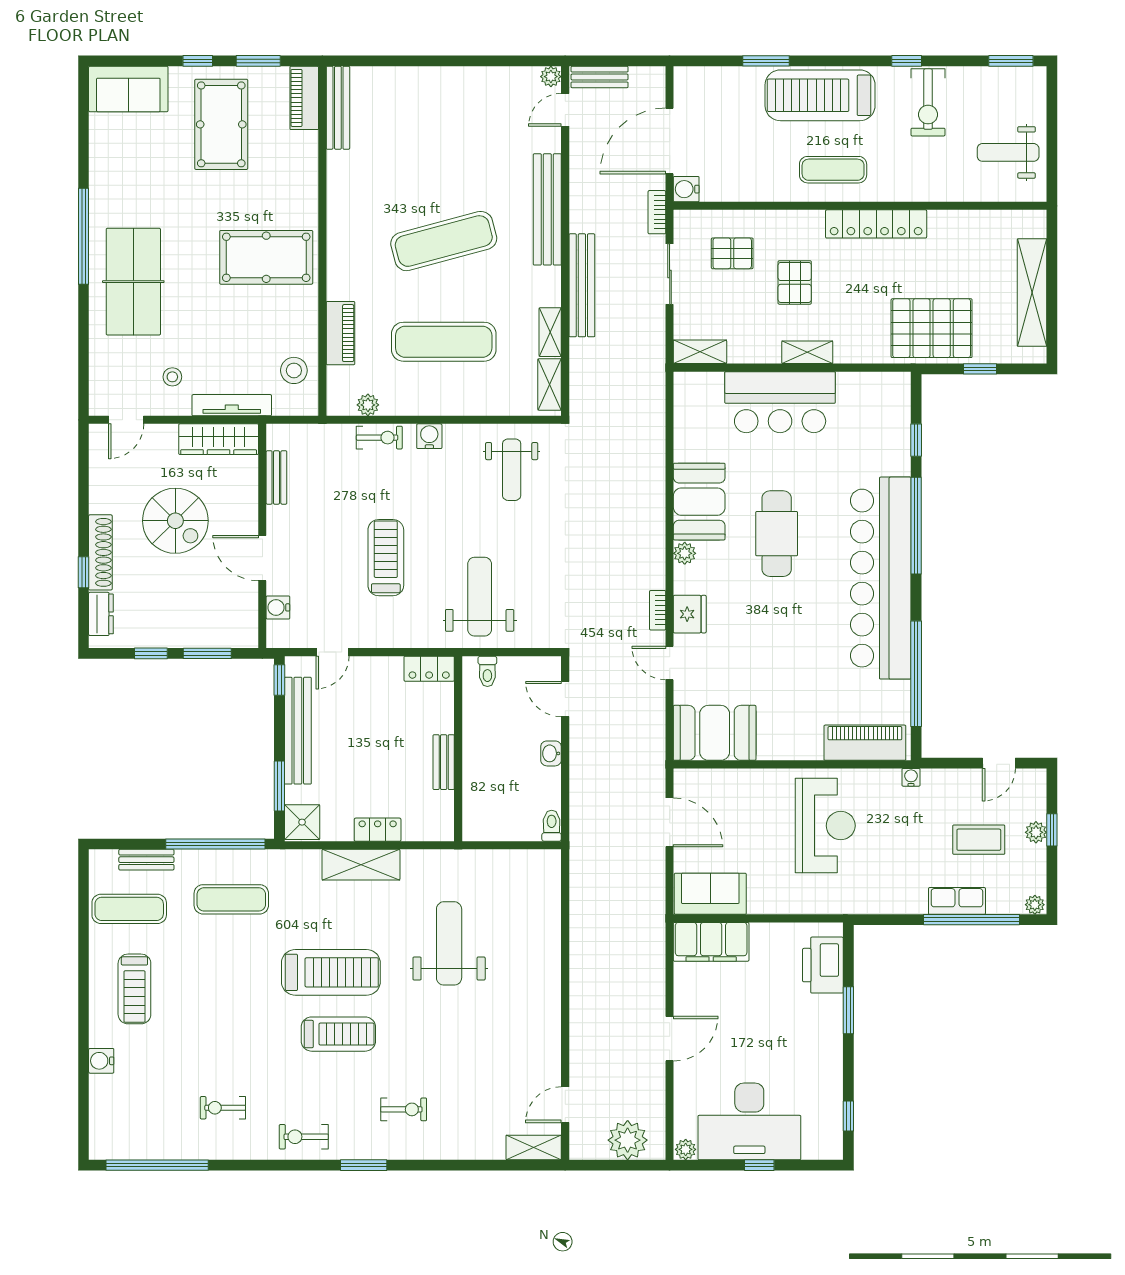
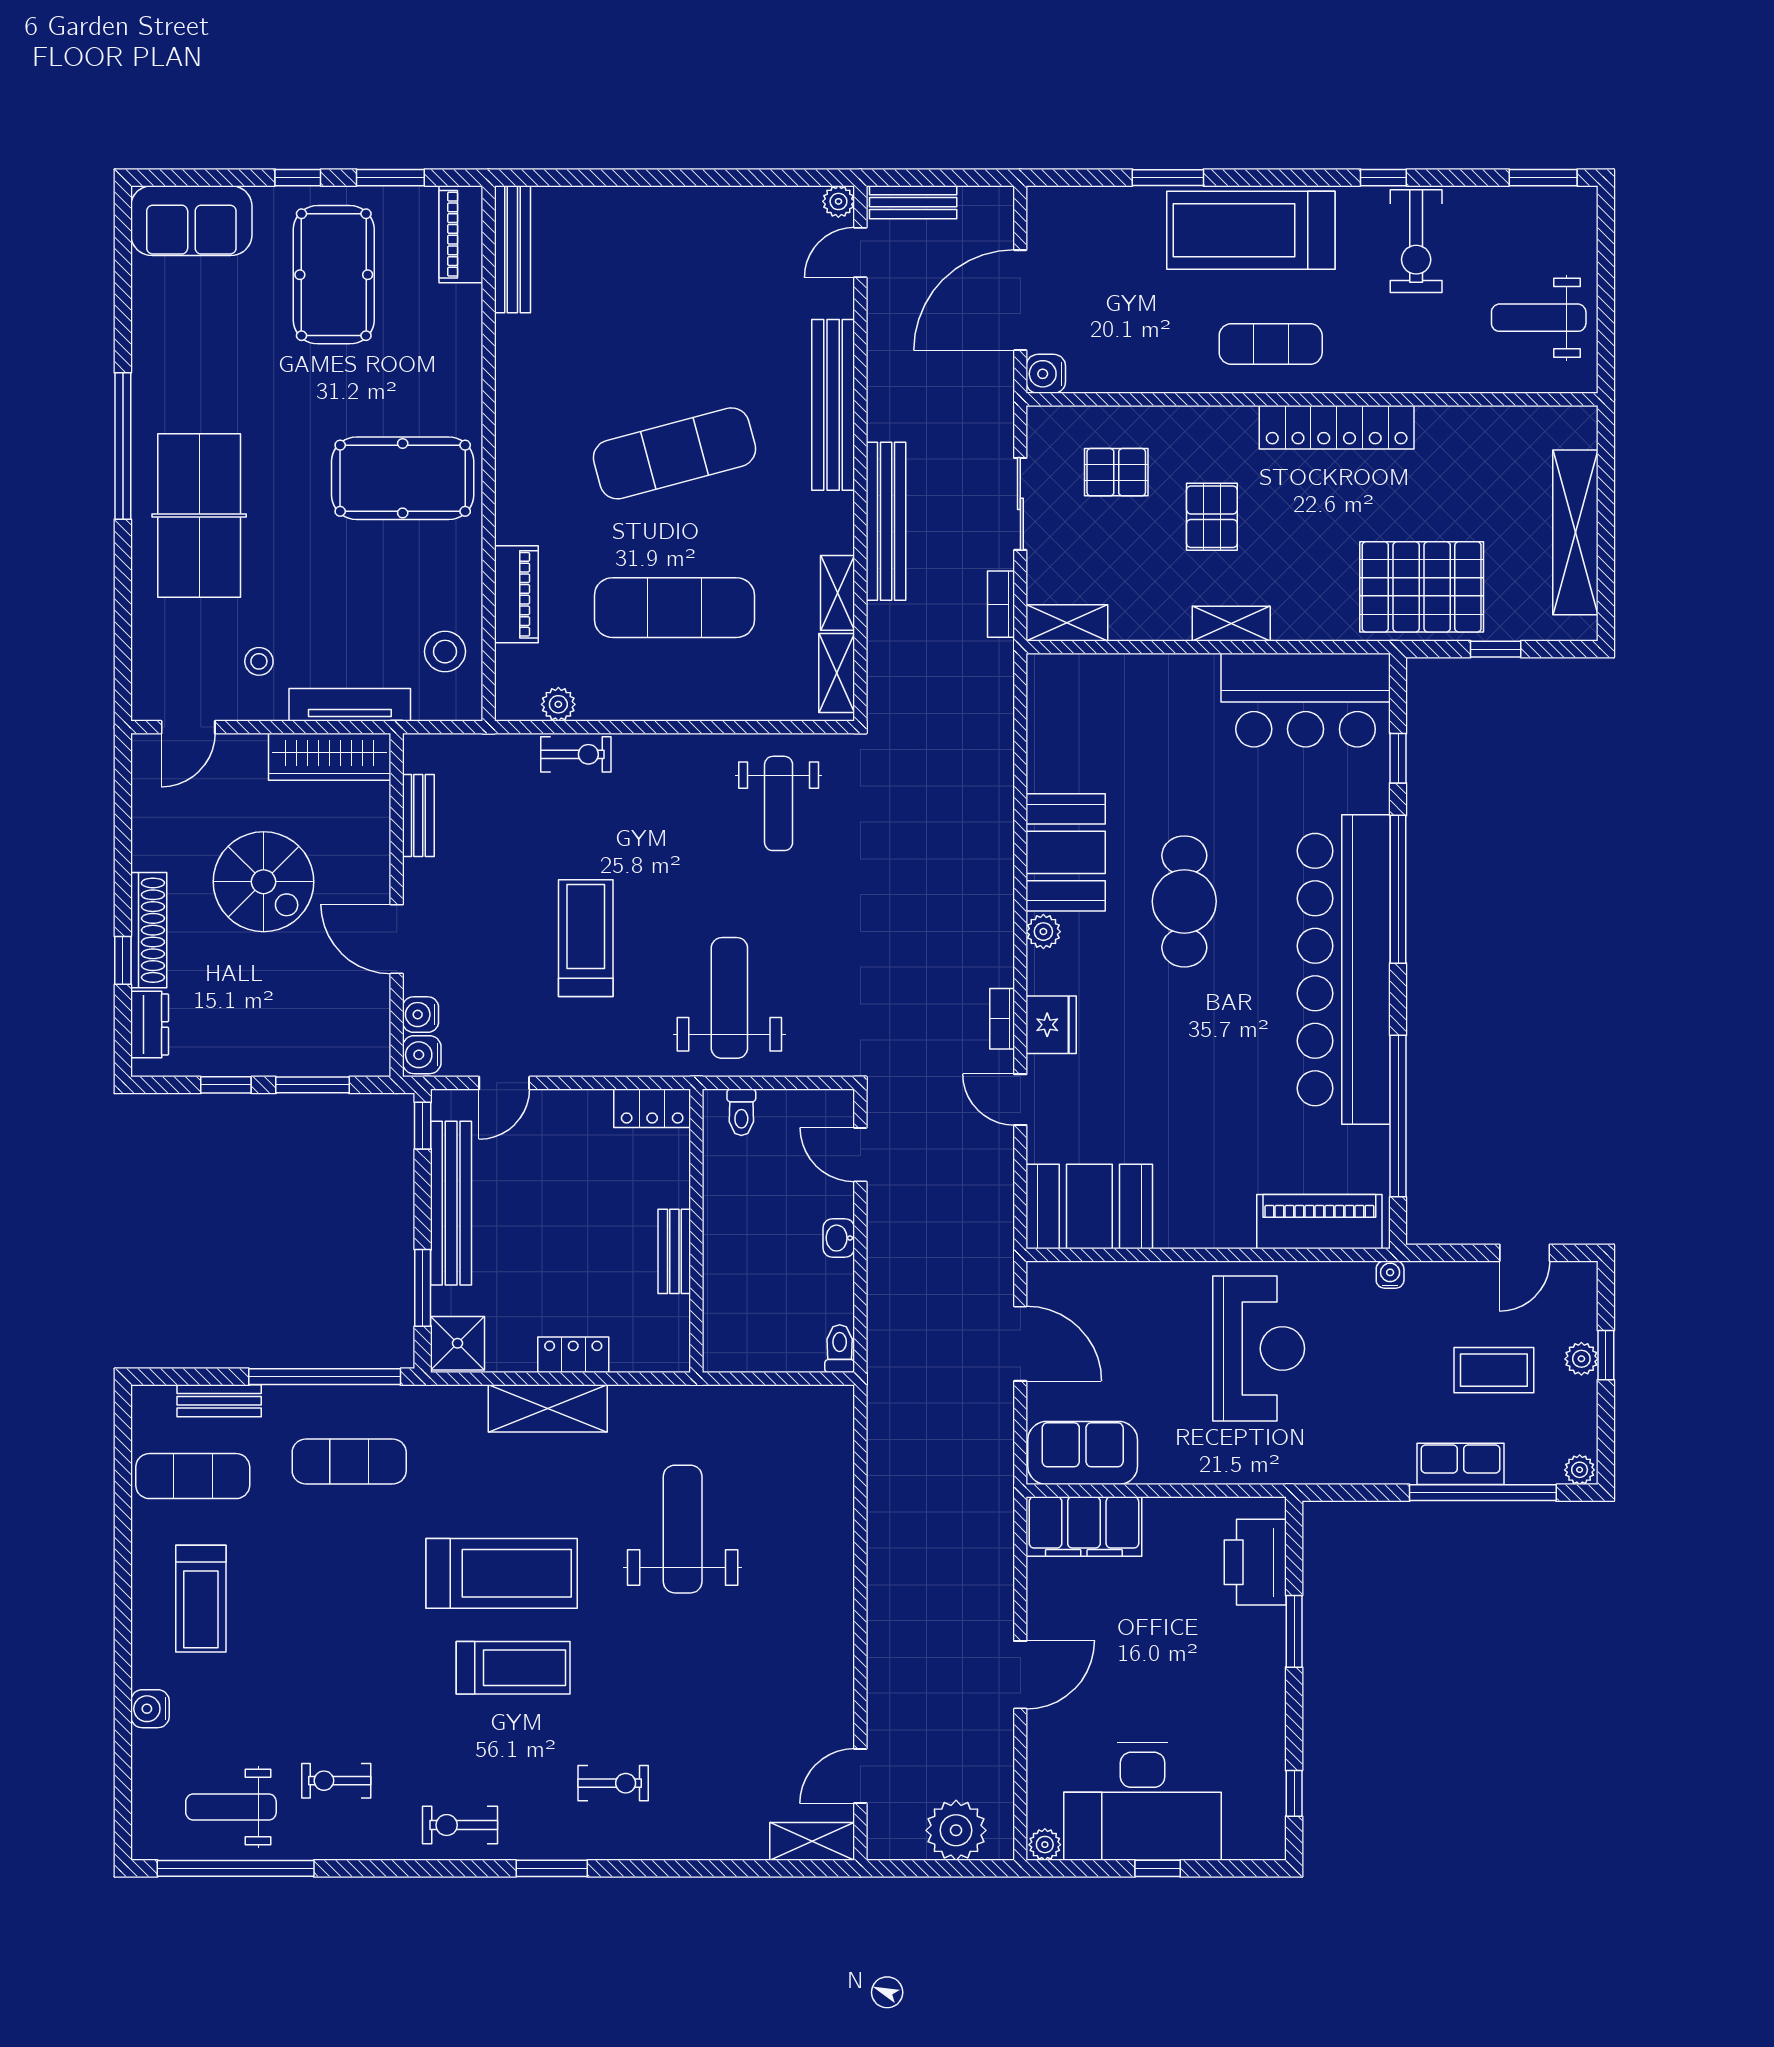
bookcase: (657, 212) -> (1001, 604), moved
bar counter: (780, 402) -> (1306, 700), moved
water cooler: (429, 436) -> (422, 1055), moved, turned -90
weight bench: (154, 1125) -> (231, 1807), added

